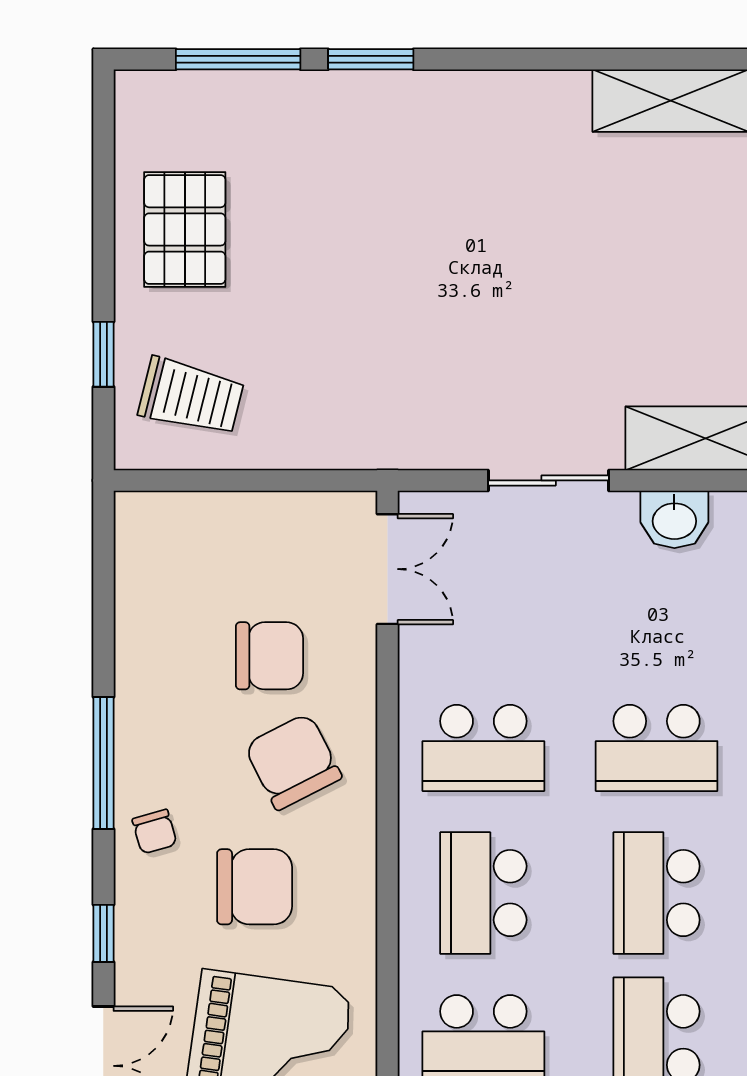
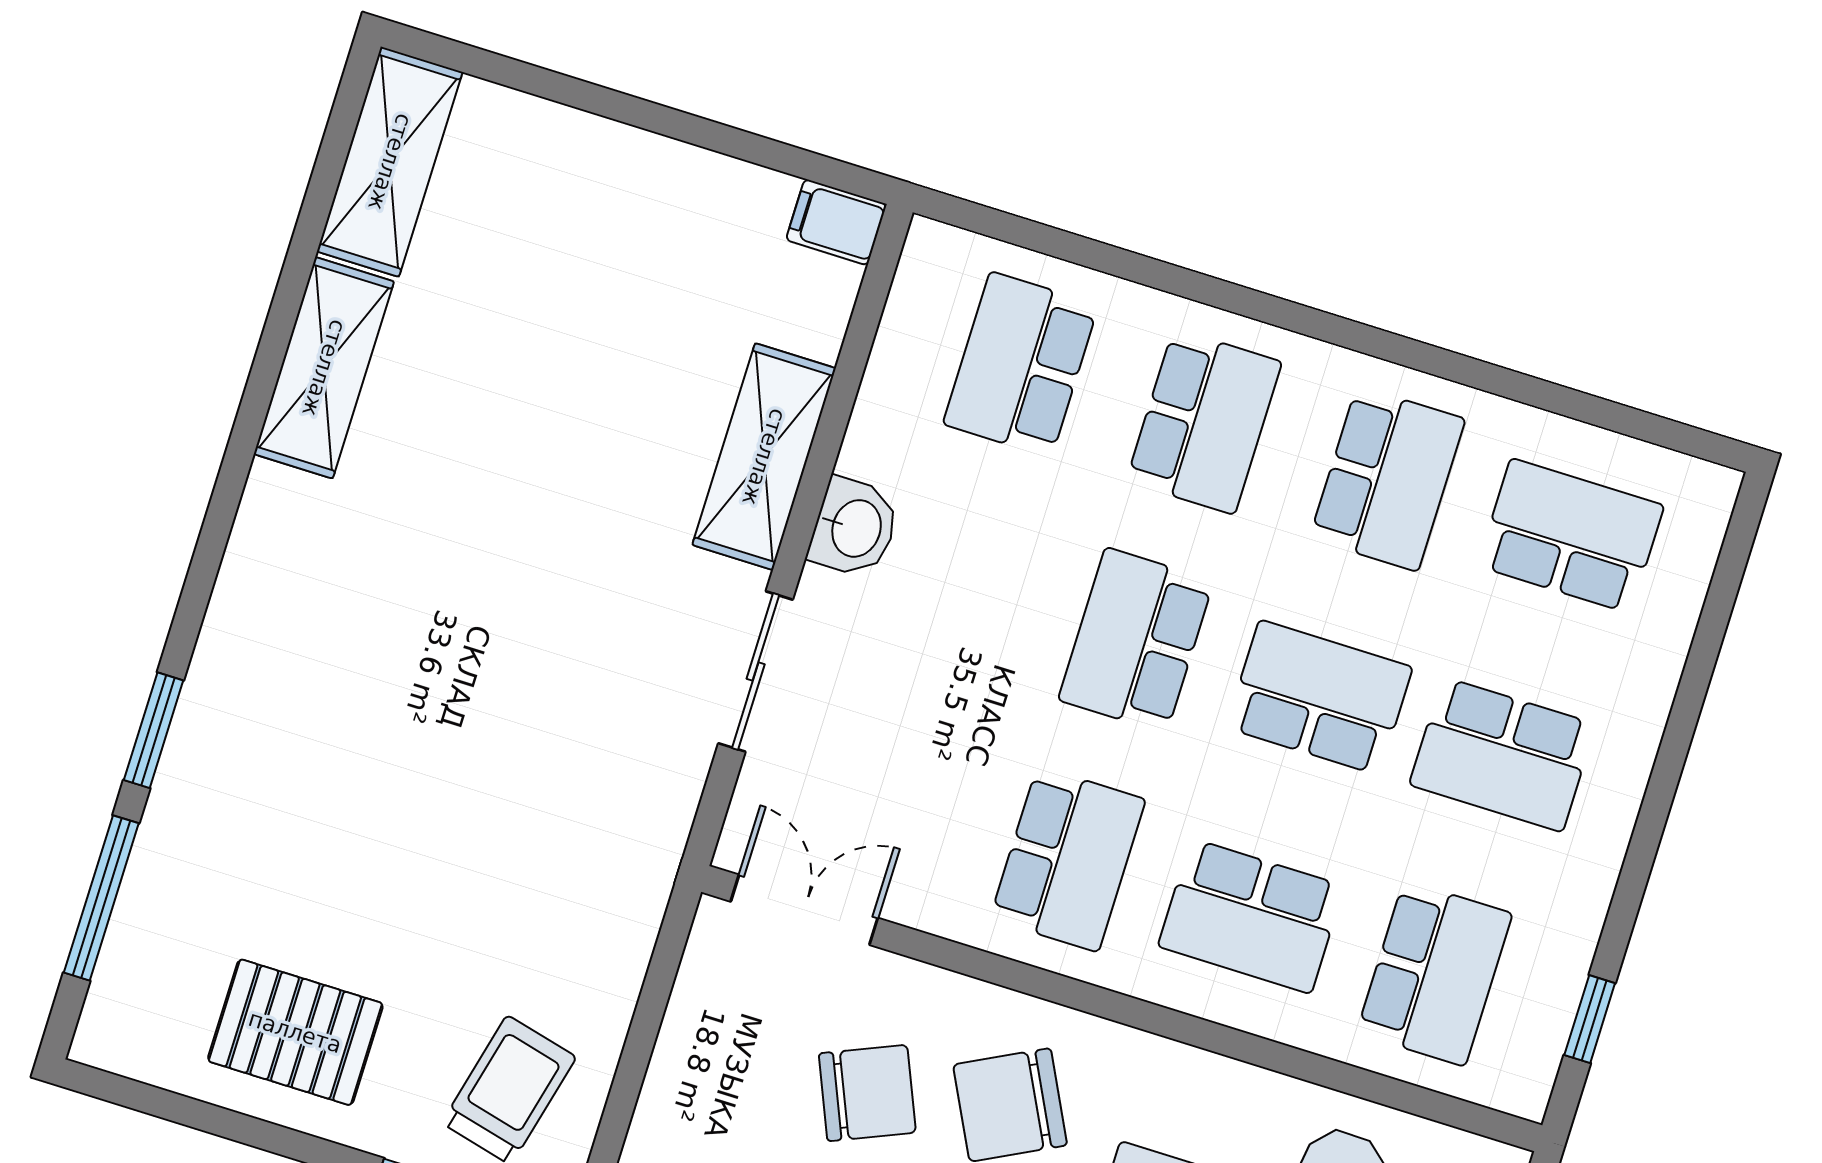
chair: (269, 656) -> (867, 1093), turned 67
school desk: (657, 748) -> (1136, 640), turned 180
school desk: (657, 893) -> (1319, 697), turned 180

